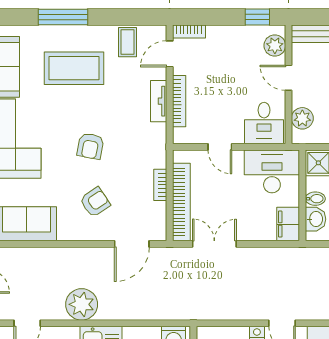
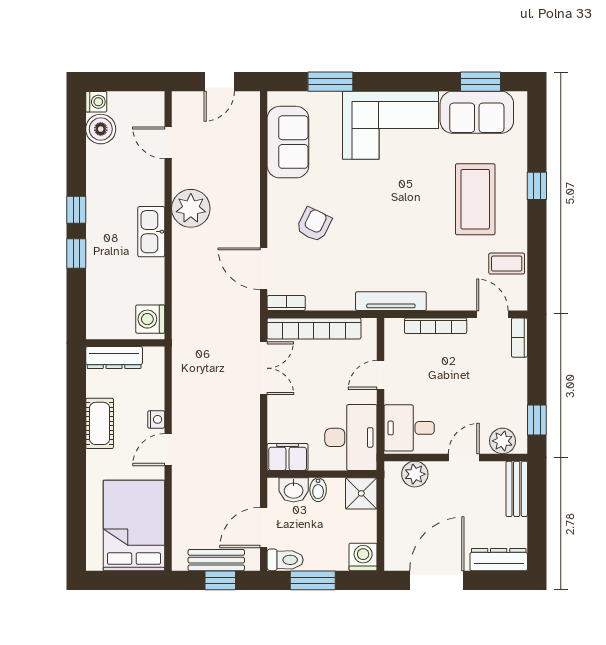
window: (63, 17) -> (537, 186), width x0.46
tv unit: (159, 101) -> (391, 301), moved, width x1.41
armchair: (90, 146) -> (381, 219), removed
bookcase: (160, 185) -> (286, 303), moved
armchair: (95, 202) -> (314, 225), turned -120

